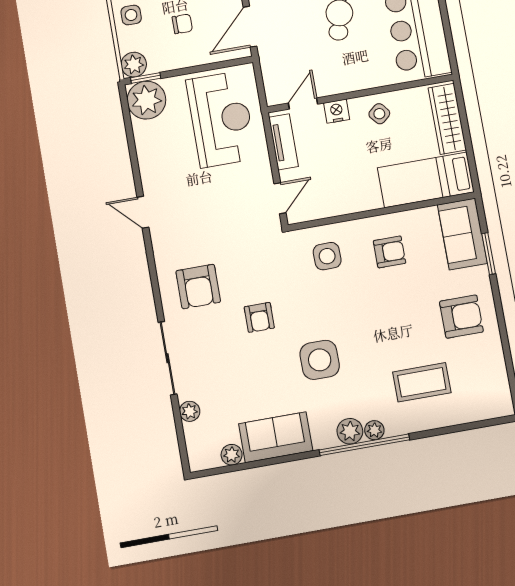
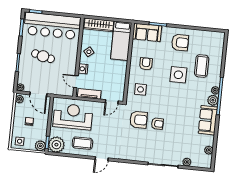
coffee table: (166, 158) -> (82, 143), added
door: (280, 198) -> (112, 102), swing flipped
armchair: (198, 286) -> (139, 120), moved
armchair: (461, 317) -> (180, 42), turned 90
side table: (320, 360) -> (178, 75), moved
sofa: (276, 437) -> (208, 120), moved

